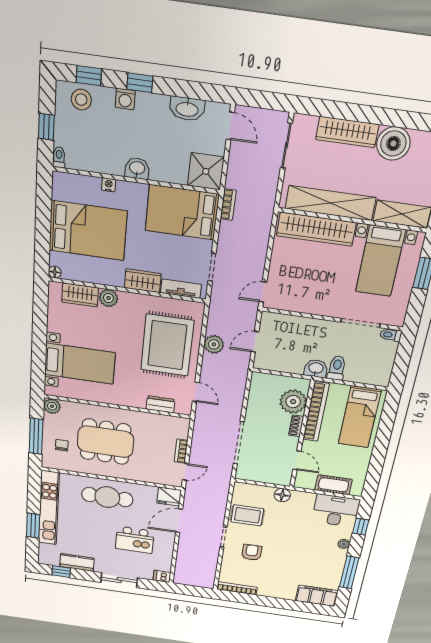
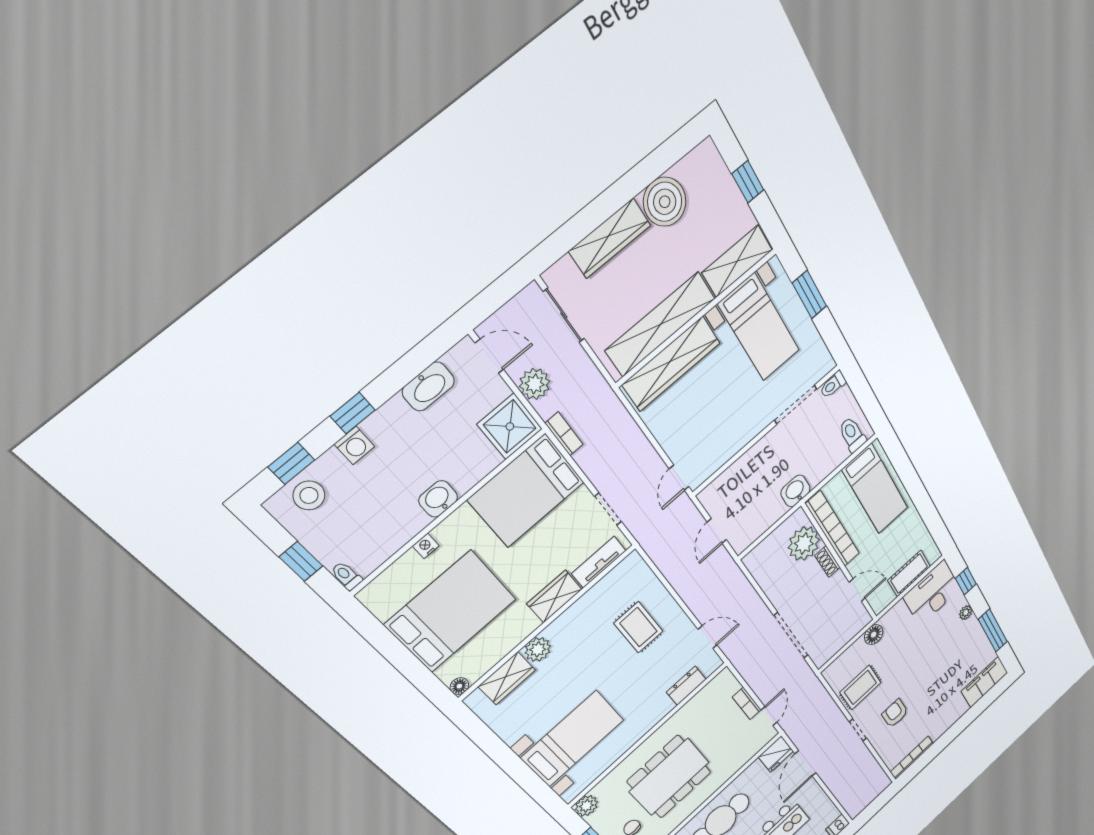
plant: (214, 344) -> (535, 384), moved
rug: (167, 345) -> (638, 627), width x0.54, depth x0.49
toilet: (337, 368) -> (852, 435), moved

